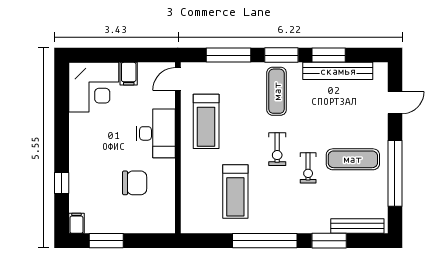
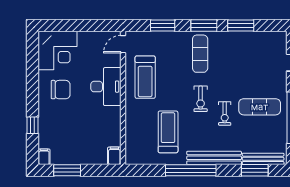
window: (228, 55) -> (163, 25), width x0.69
bench: (338, 71) -> (214, 158), moved
filing cabinet: (129, 74) -> (114, 156), moved, turned 180
chair: (135, 183) -> (61, 90), moved
treadmill: (235, 191) -> (168, 132), turned 180
window: (329, 241) -> (255, 170), moved

